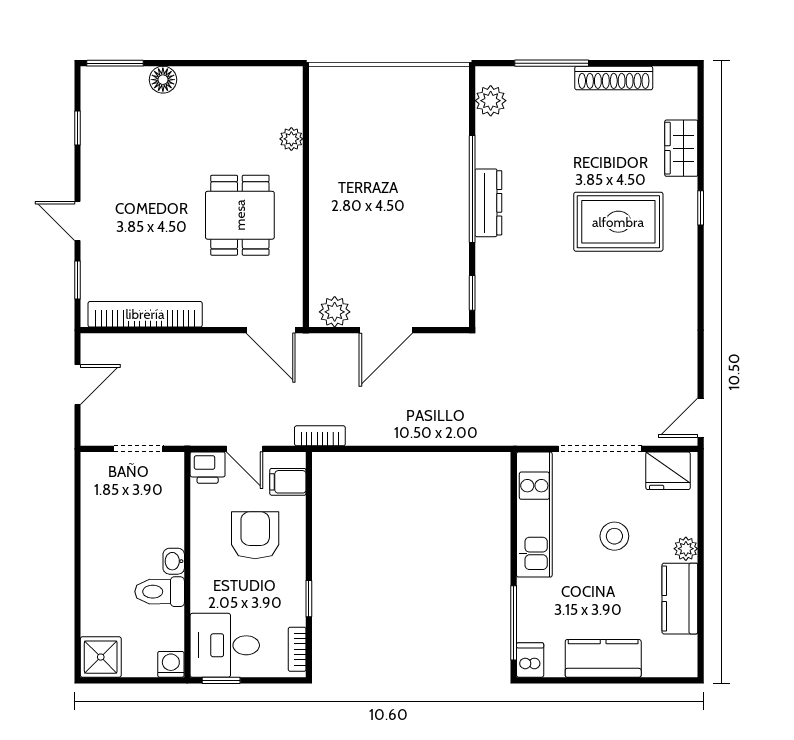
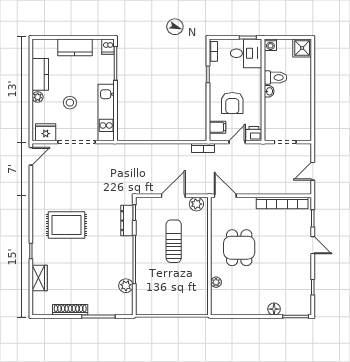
plant: (491, 101) -> (126, 286), moved
dresser: (488, 203) -> (127, 221), moved
rug: (618, 222) -> (67, 225), moved
sun lounger: (385, 230) -> (174, 241), added
door: (245, 449) -> (237, 142), hinge flipped

